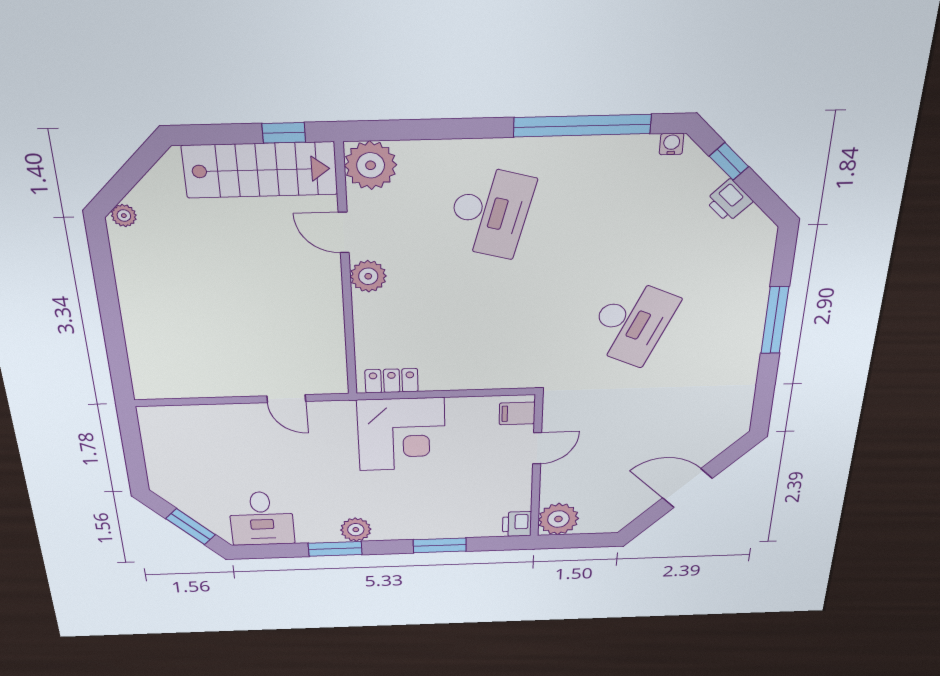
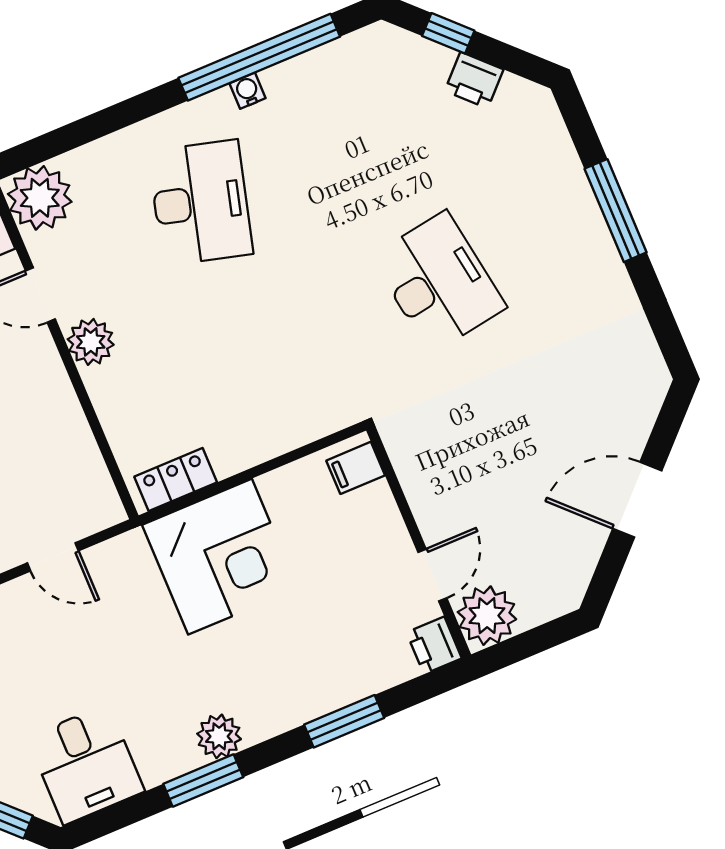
water cooler: (672, 144) -> (248, 91), moved
desk: (631, 323) -> (439, 282), turned -33
door: (537, 448) -> (432, 575), moved

